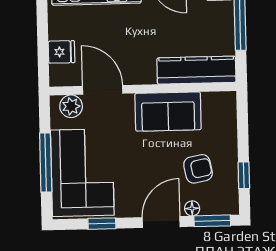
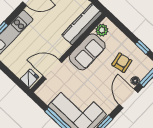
fridge: (62, 52) -> (29, 78), moved
plant: (71, 106) -> (102, 30), moved

